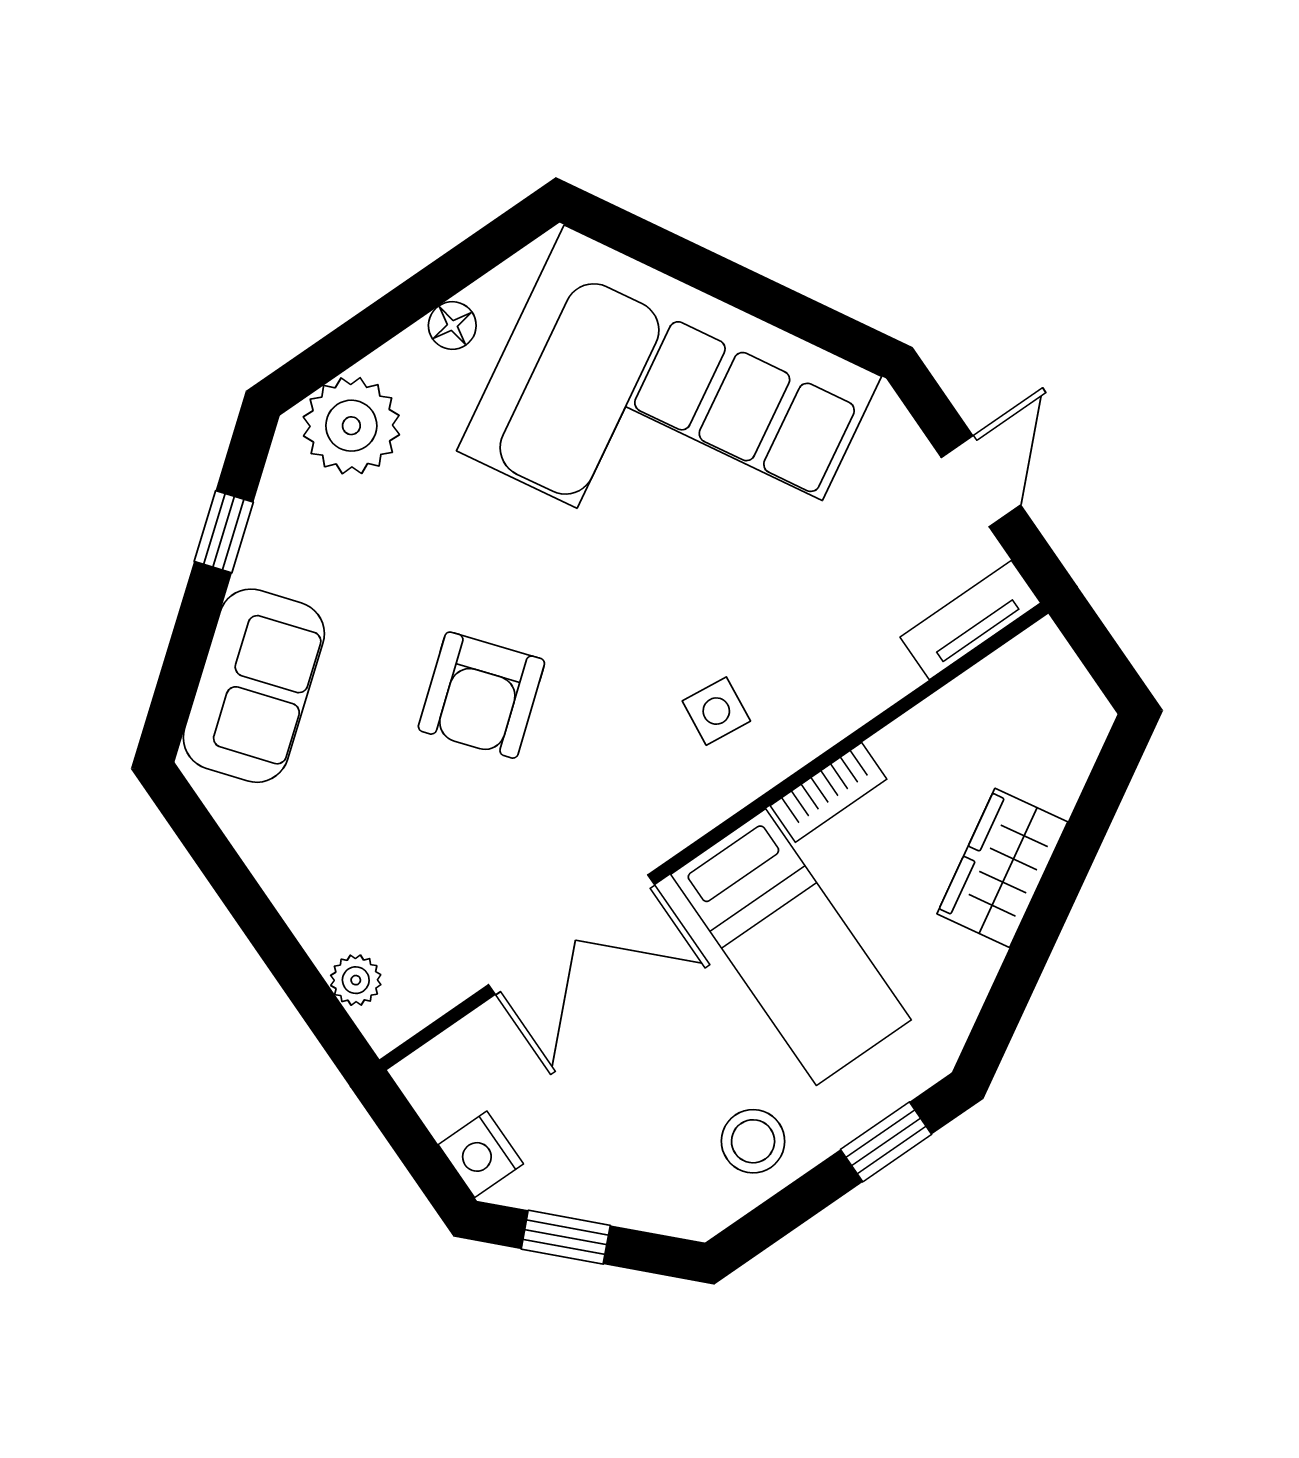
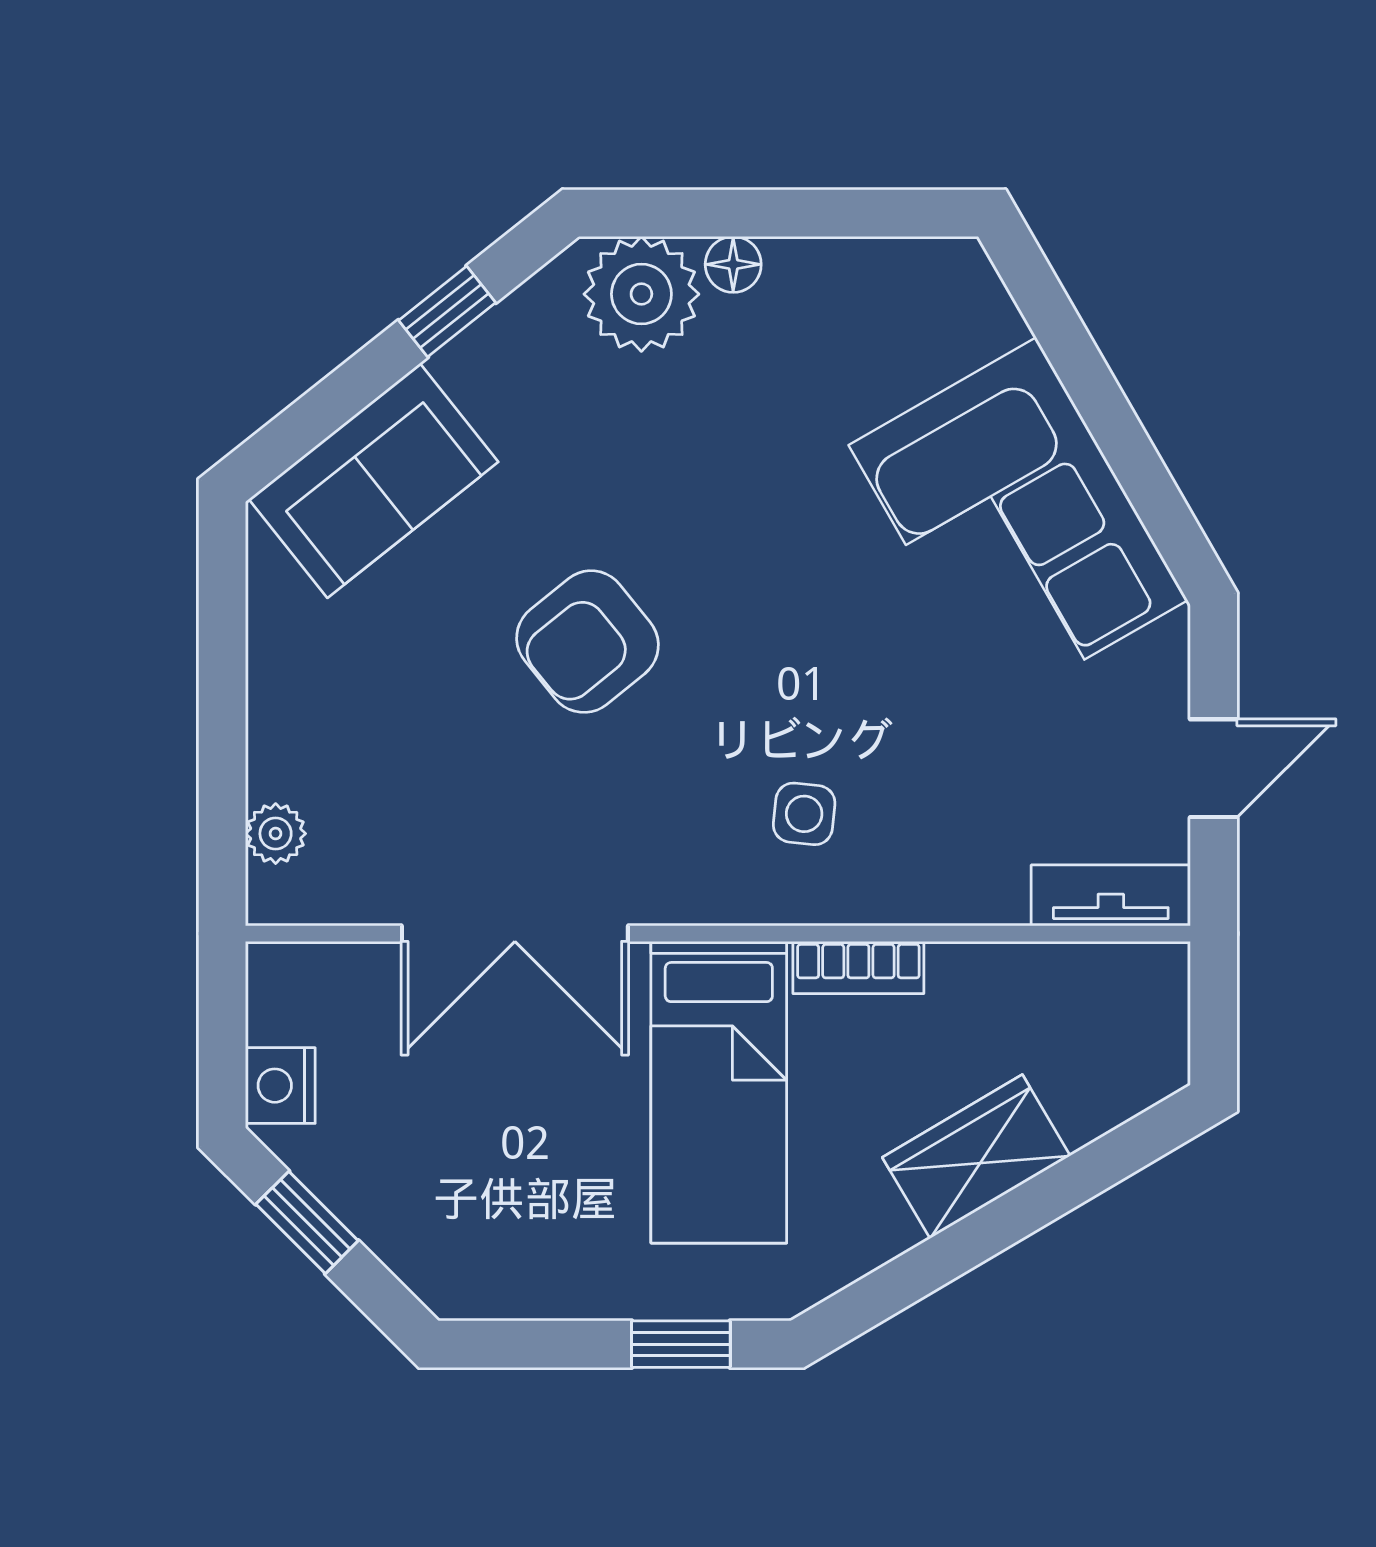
floor lamp: (452, 325) -> (733, 264), moved
corner sofa: (669, 414) -> (1018, 523), width x0.73, depth x0.74
stool: (753, 1141) -> (552, 1255), removed

